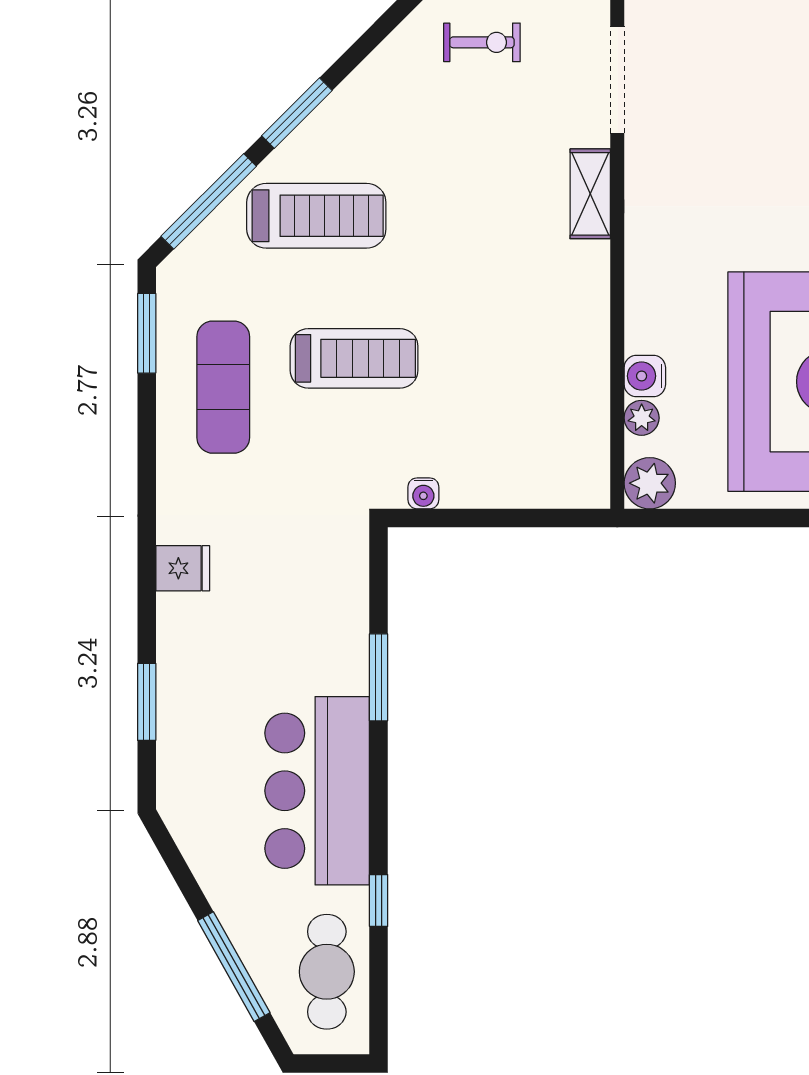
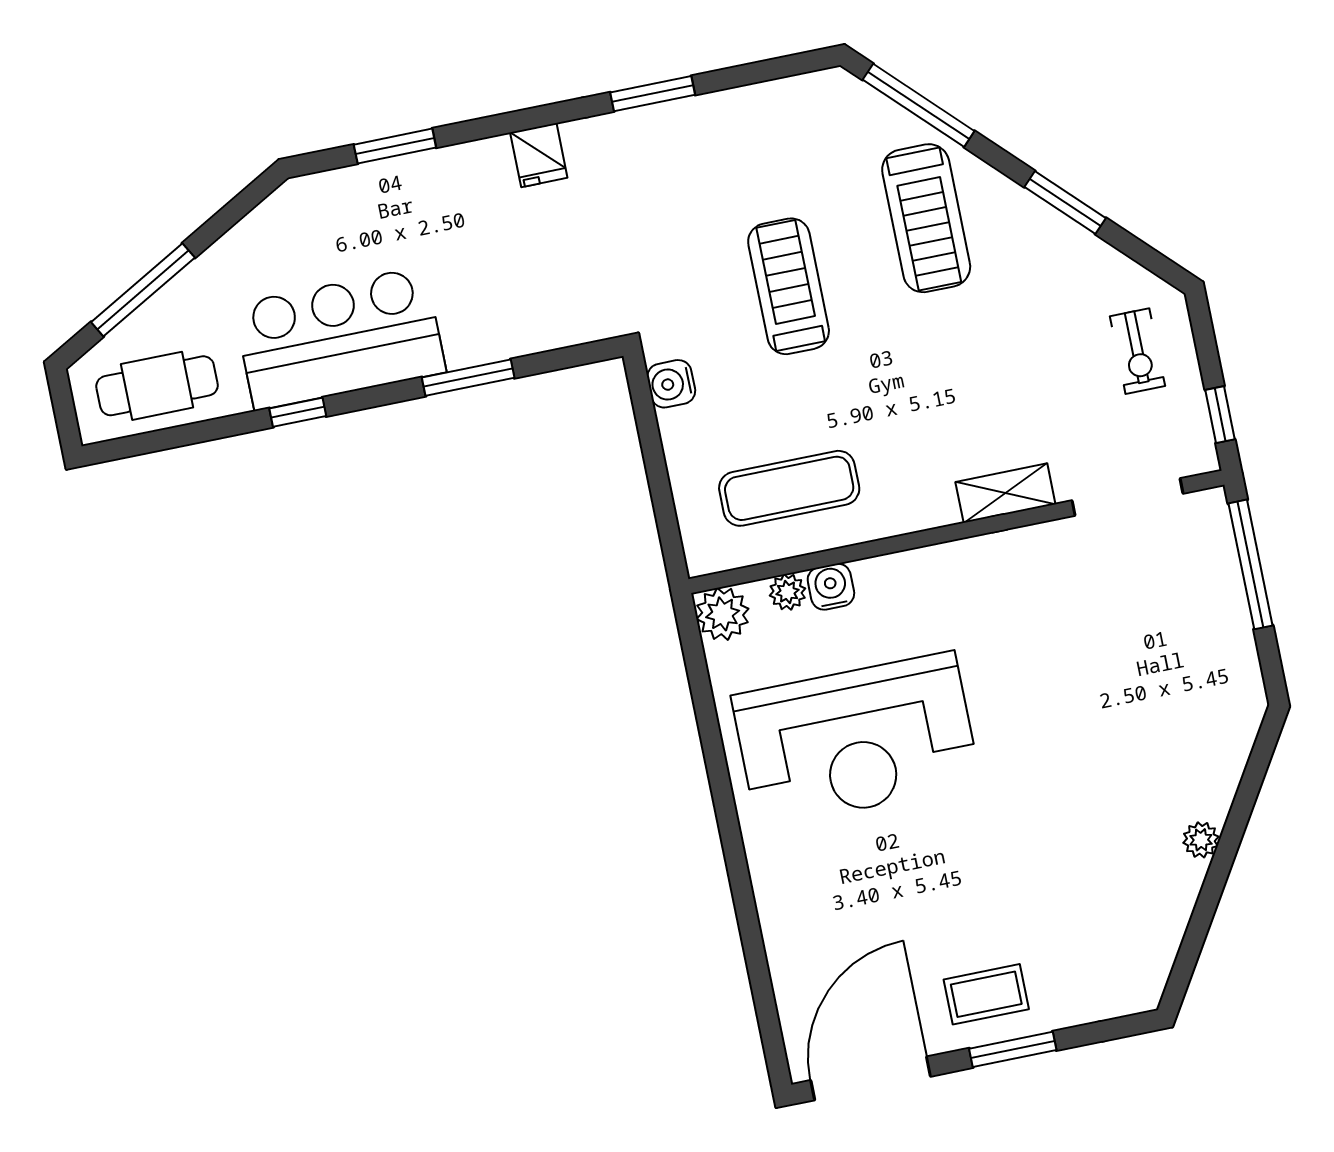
window: (297, 113) -> (1065, 202), moved
window: (147, 333) -> (653, 94), moved
treadmill: (354, 358) -> (789, 286), turned 180
exercise mat: (223, 387) -> (789, 488), moved
water cooler: (423, 493) -> (671, 384), width x1.38, depth x1.38
window: (379, 901) -> (298, 412), moved

